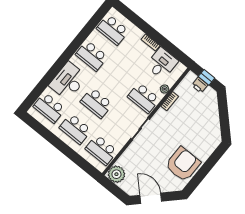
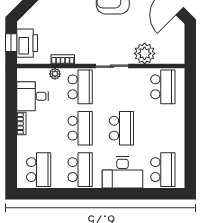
printer: (200, 85) -> (27, 43), width x1.87, depth x1.48
school desk: (75, 129) -> (80, 128), moved
plant: (116, 174) -> (145, 53), moved

